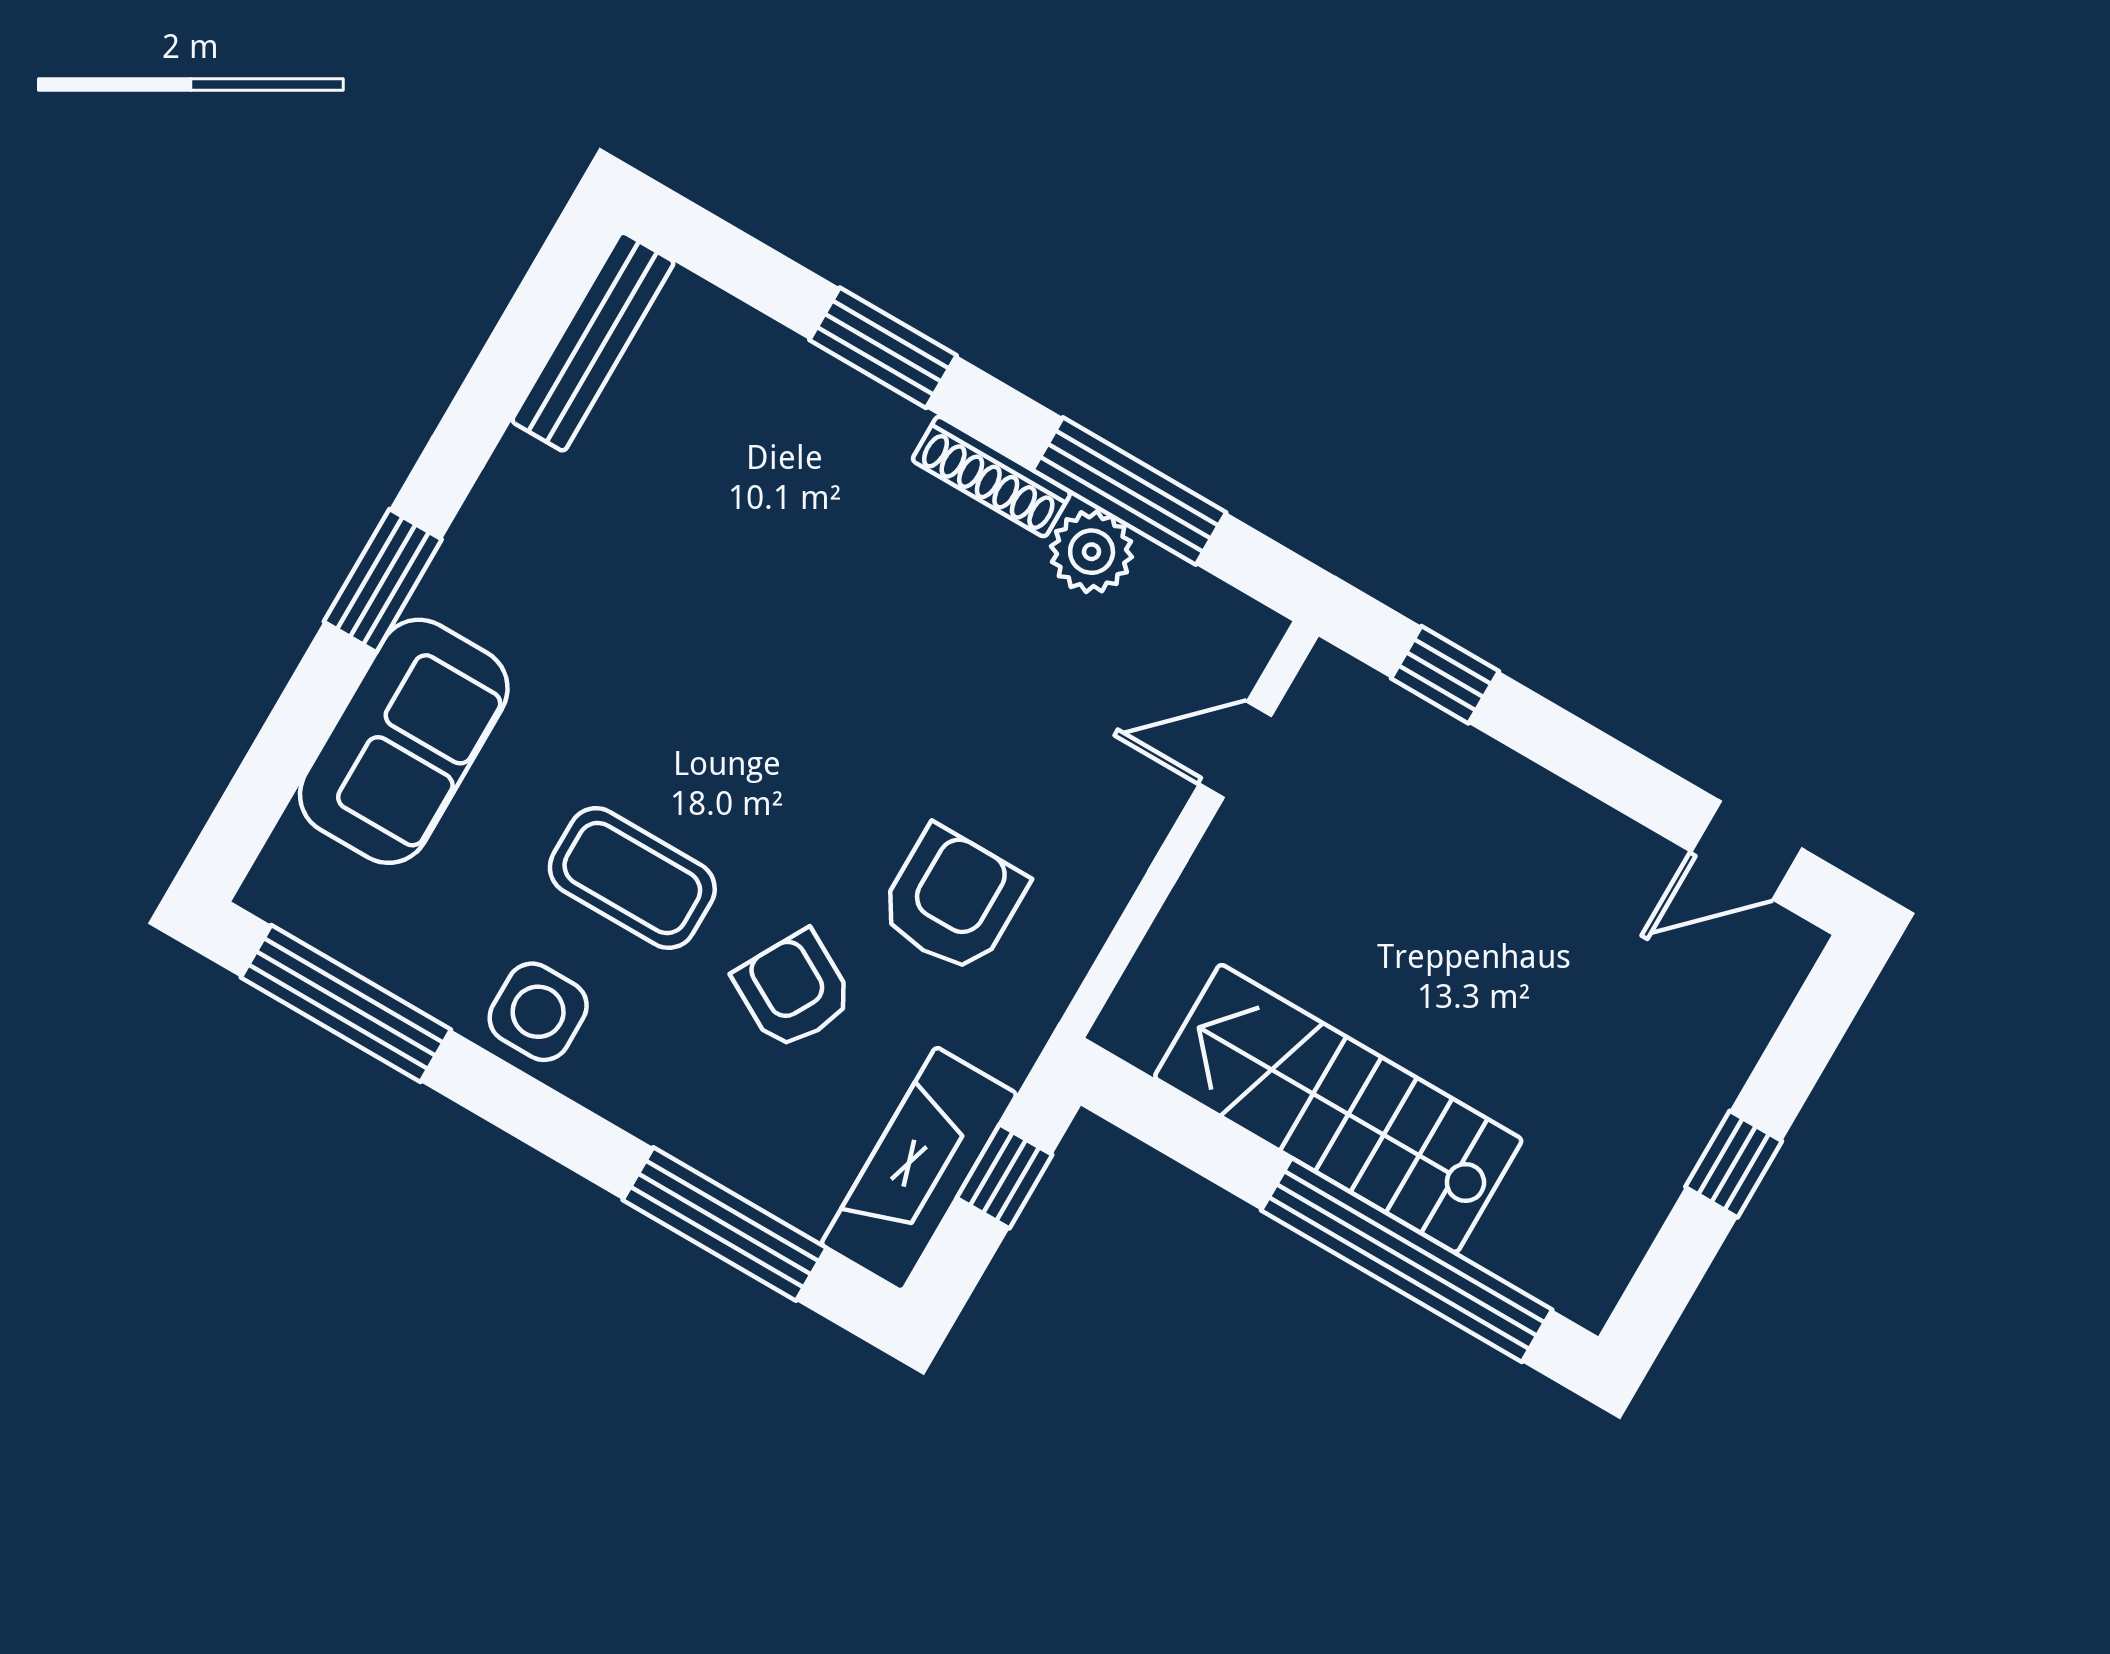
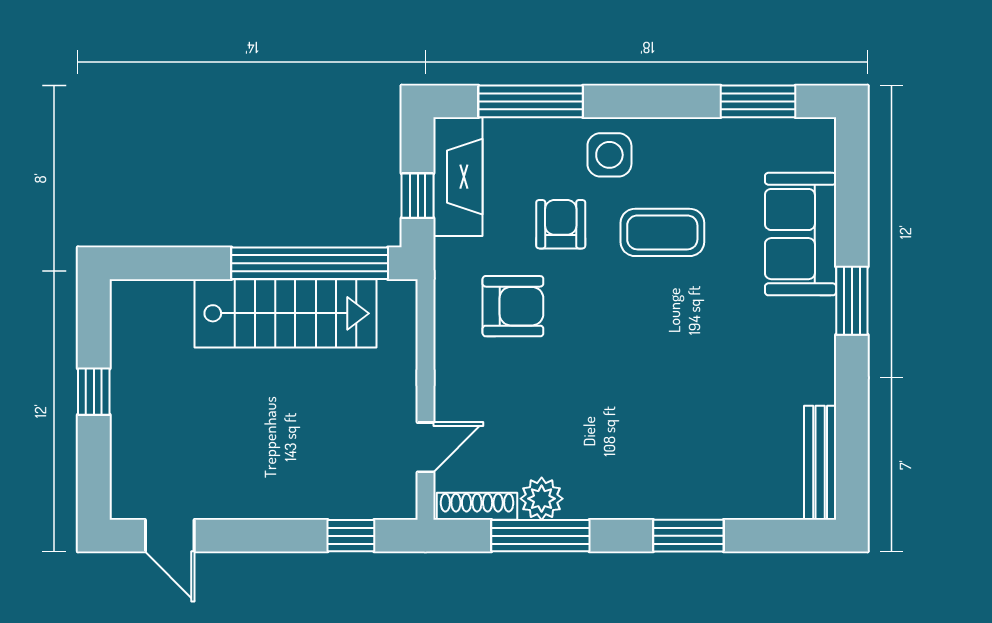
shoe rack: (991, 476) -> (477, 506), moved
door: (1747, 850) -> (170, 536), swing flipped
armchair: (953, 900) -> (513, 306), turned -90
armchair: (794, 990) -> (561, 224), turned -119
window: (346, 1004) -> (758, 101), width x0.69
side table: (538, 1012) -> (609, 155), moved
window: (1407, 1260) -> (310, 263), moved

